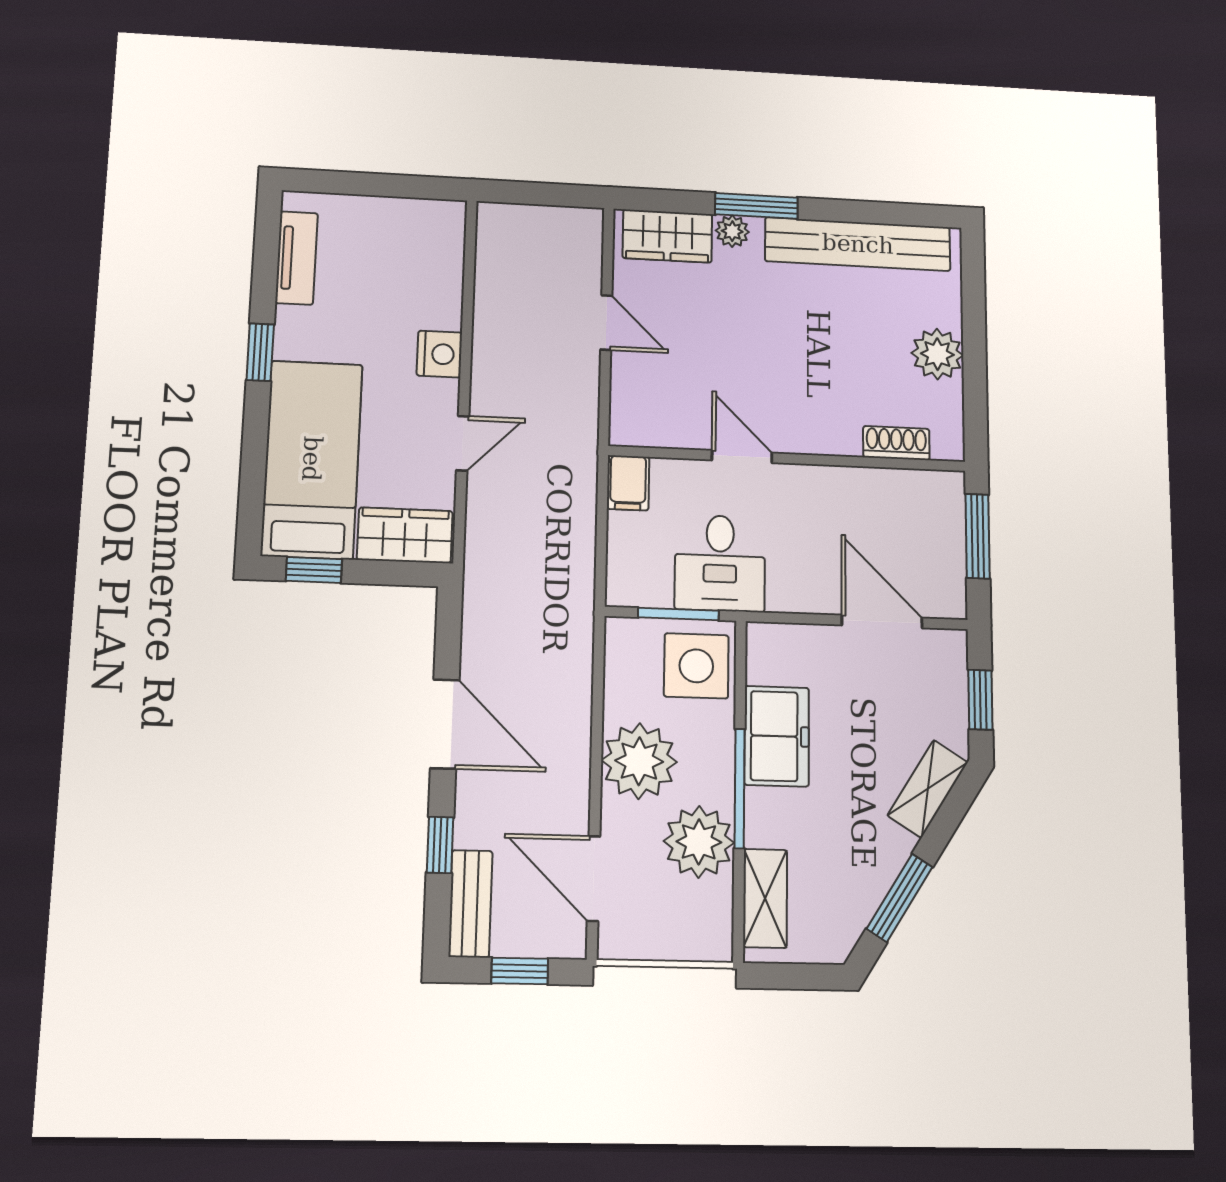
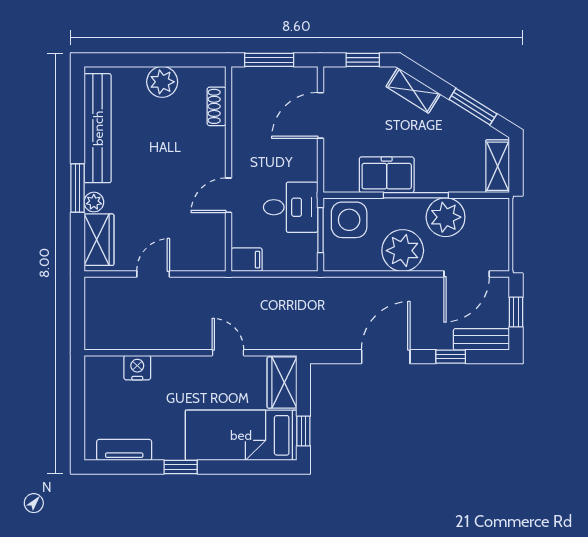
nightstand: (439, 354) -> (137, 368), moved
shelving: (765, 898) -> (498, 166), moved, turned 90

